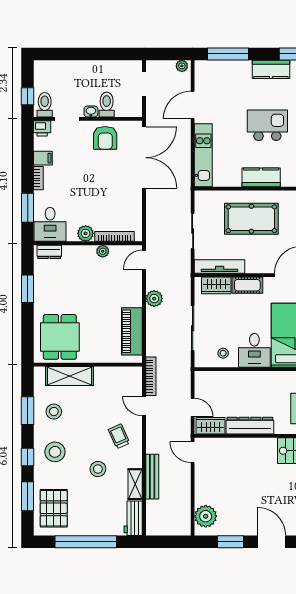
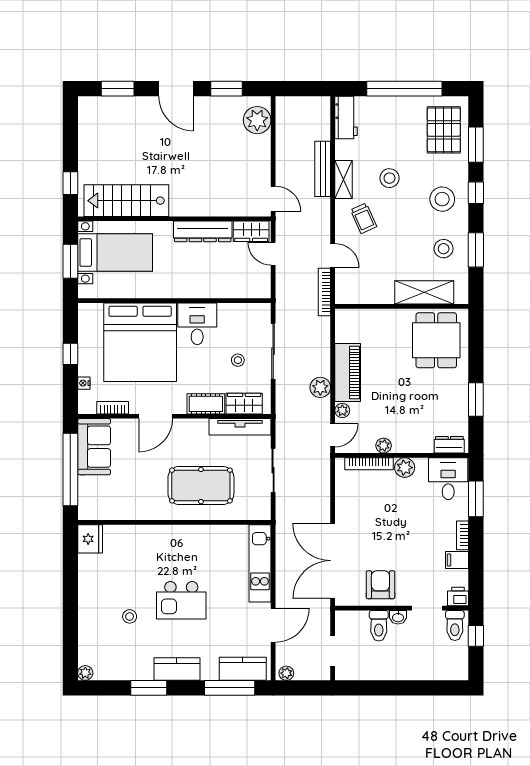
kitchen counter: (261, 177) -> (243, 669), moved, turned 180
plant: (136, 280) -> (342, 410), added
piano: (132, 331) -> (348, 373), moved
stool: (223, 353) -> (238, 360), moved
shelving: (135, 484) -> (344, 179), moved

